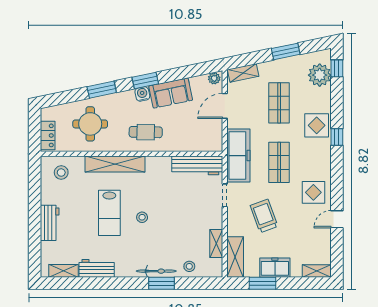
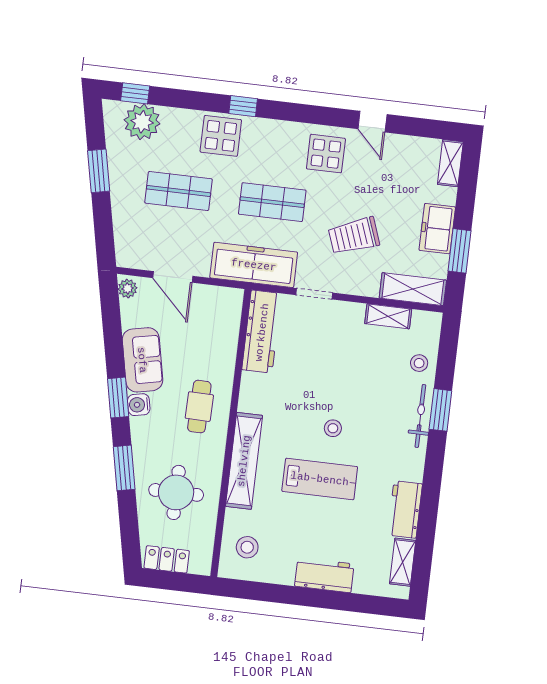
shelving: (243, 73) -> (124, 242), removed
locker: (48, 135) -> (167, 559), moved

